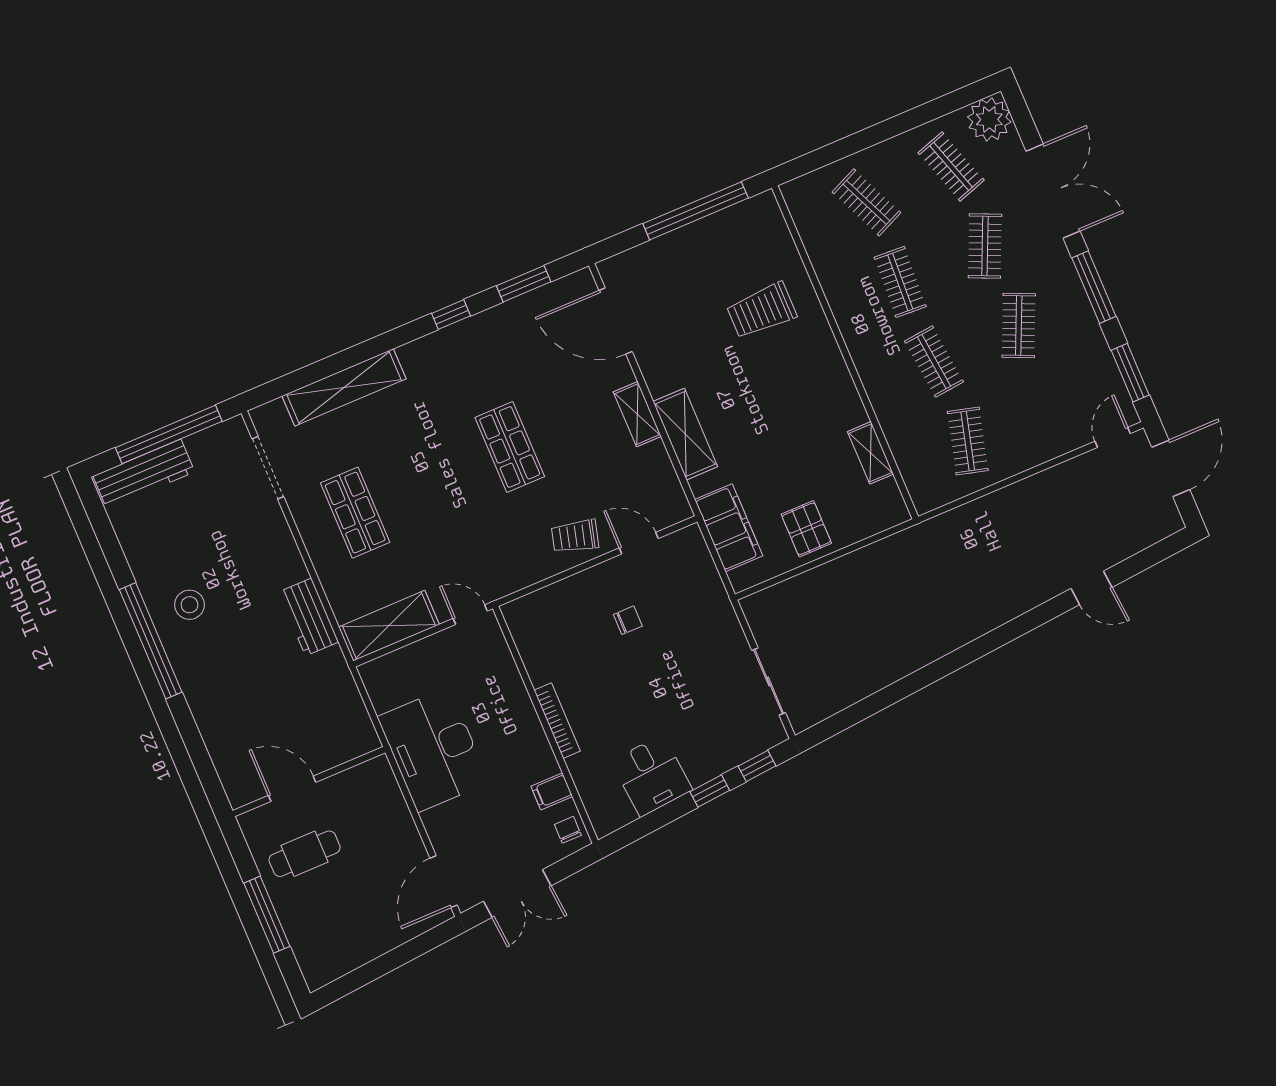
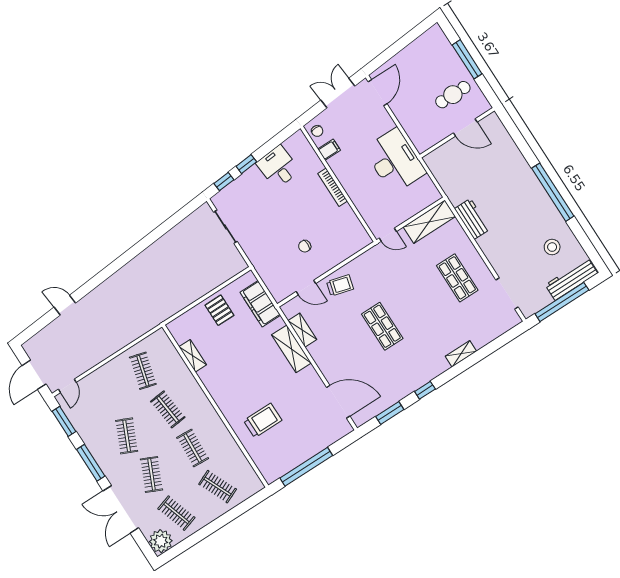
shelving: (344, 387) -> (461, 354), width x0.45, depth x0.75
shelving: (637, 414) -> (302, 330), moved
stool: (190, 605) -> (552, 247), moved

